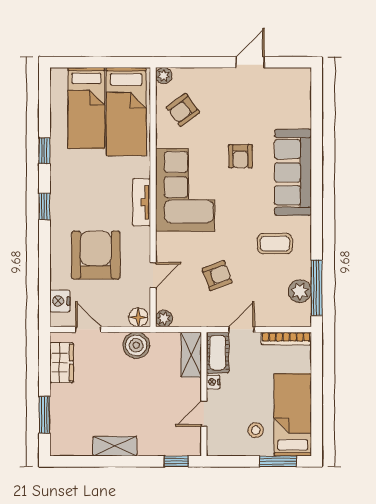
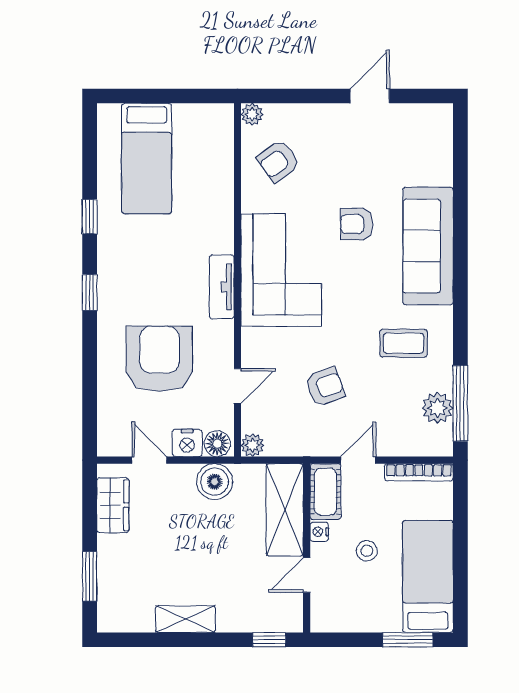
bed: (126, 112) -> (201, 163), removed
armchair: (240, 156) -> (357, 224), turned 90
nightstand: (60, 301) -> (187, 443), moved, turned -90
shelving: (191, 355) -> (285, 510), width x1.50, depth x1.33
stool: (256, 430) -> (367, 551), moved

